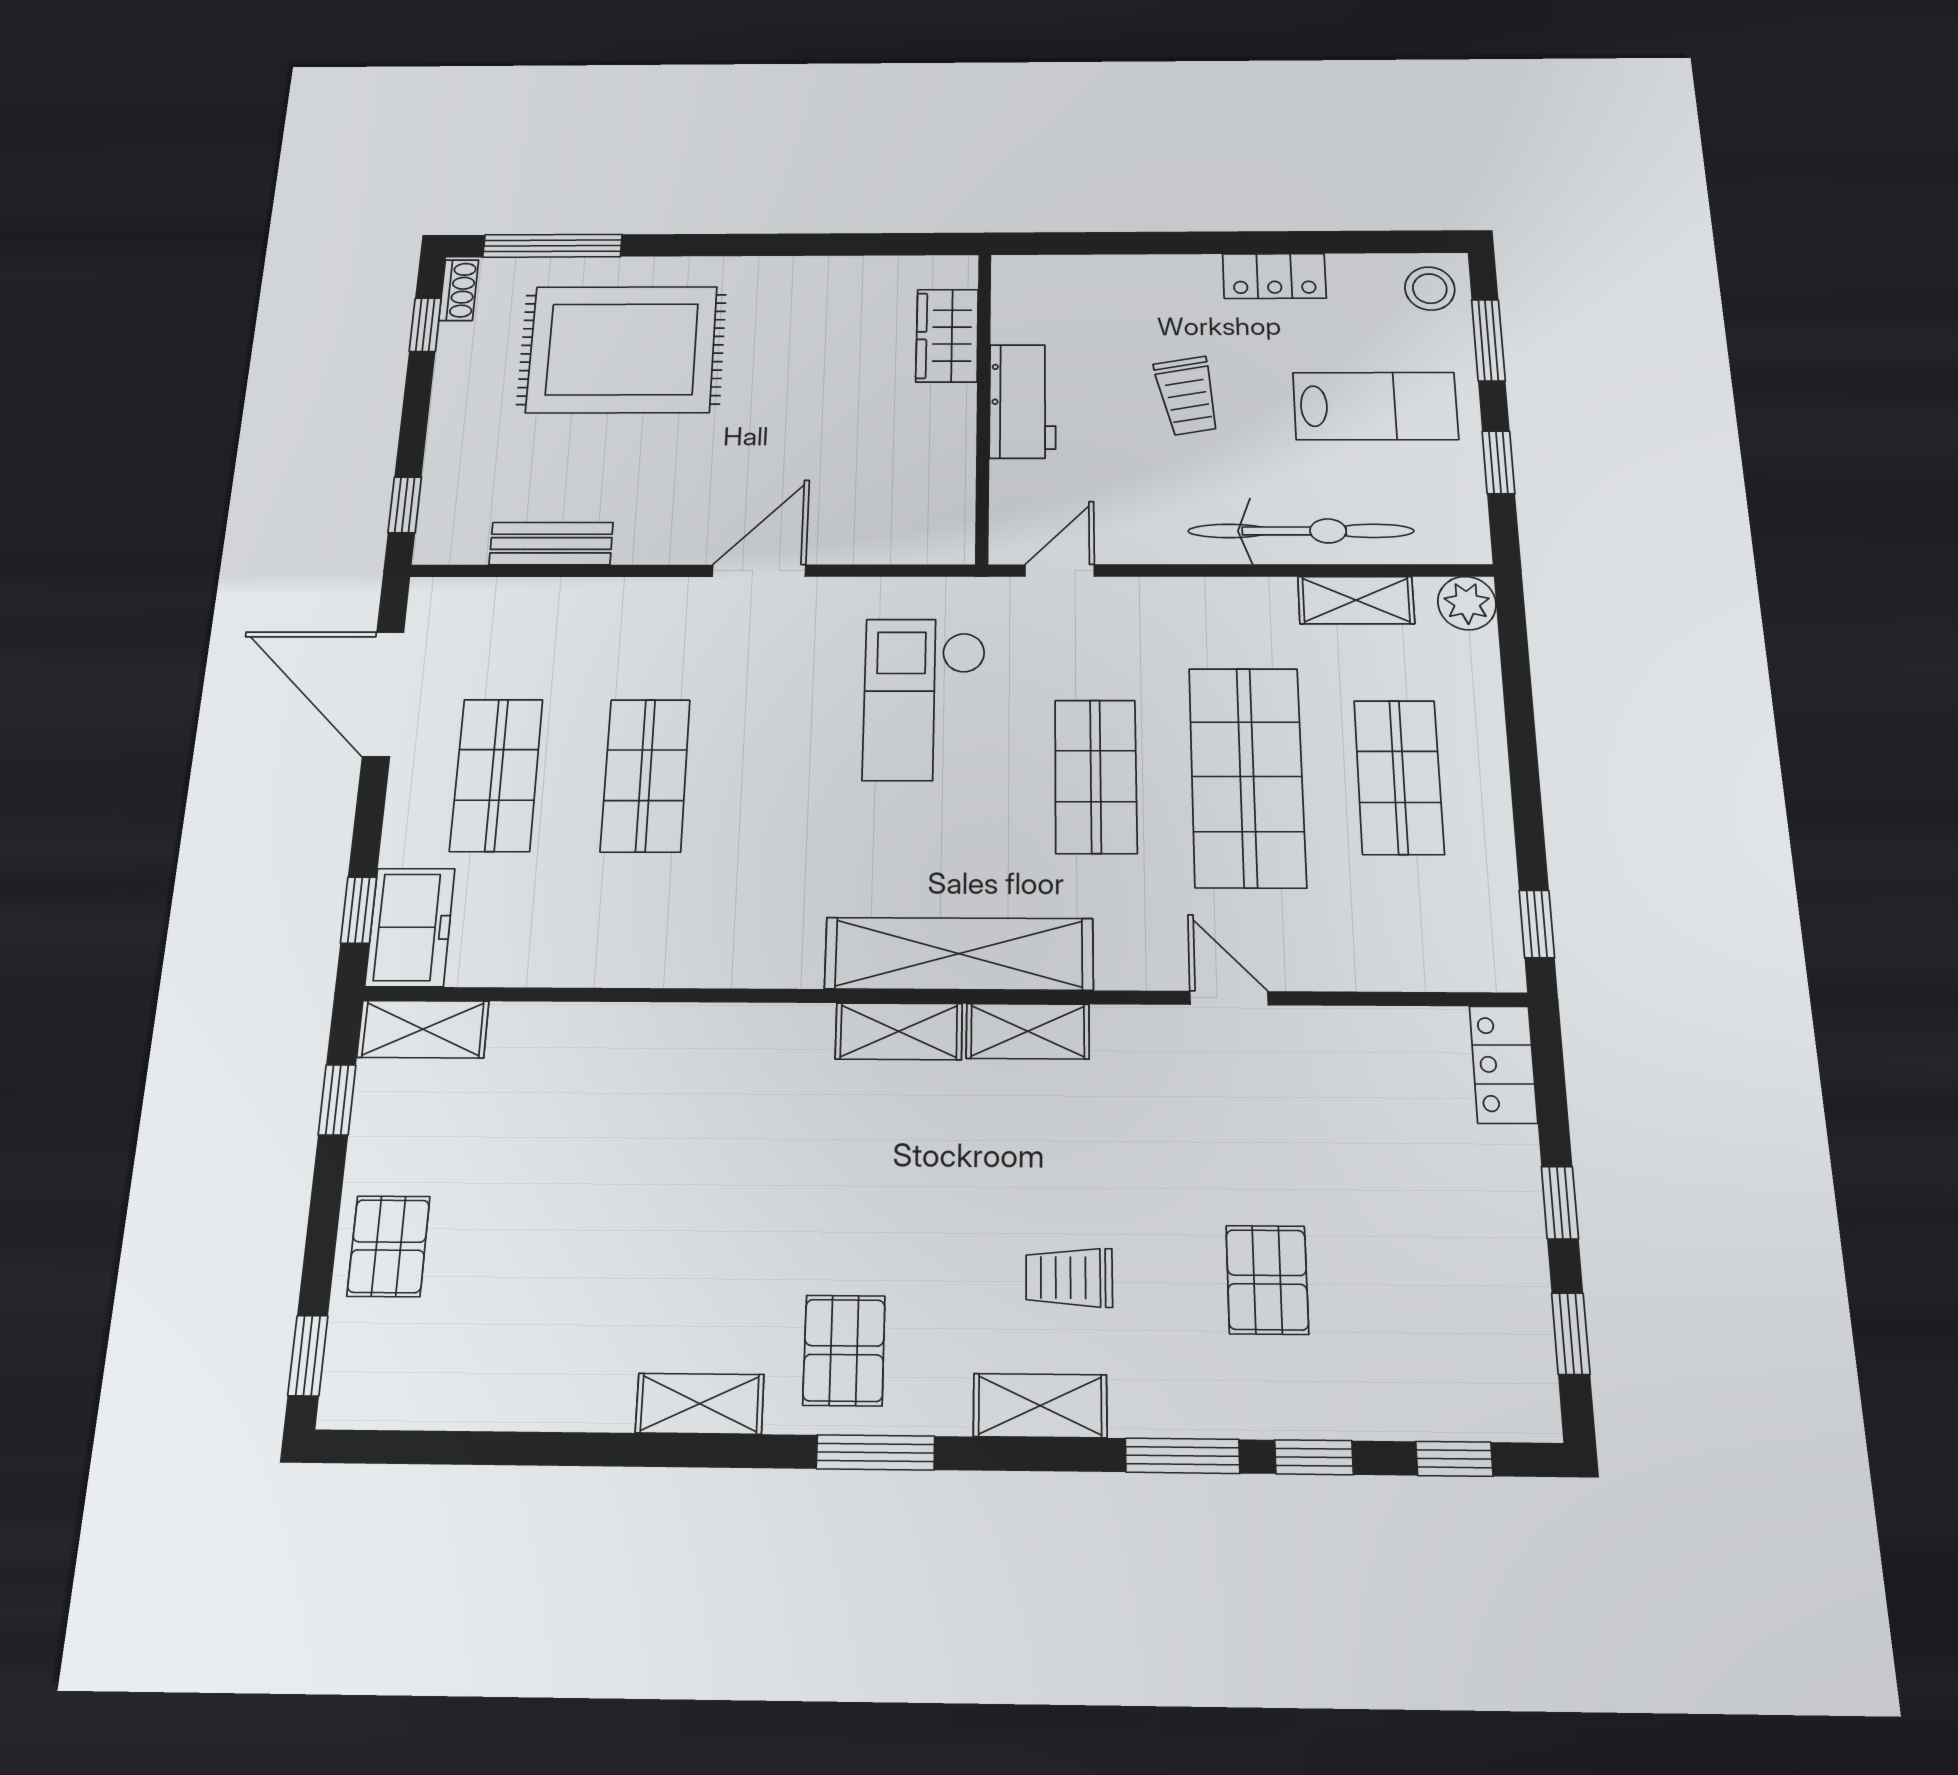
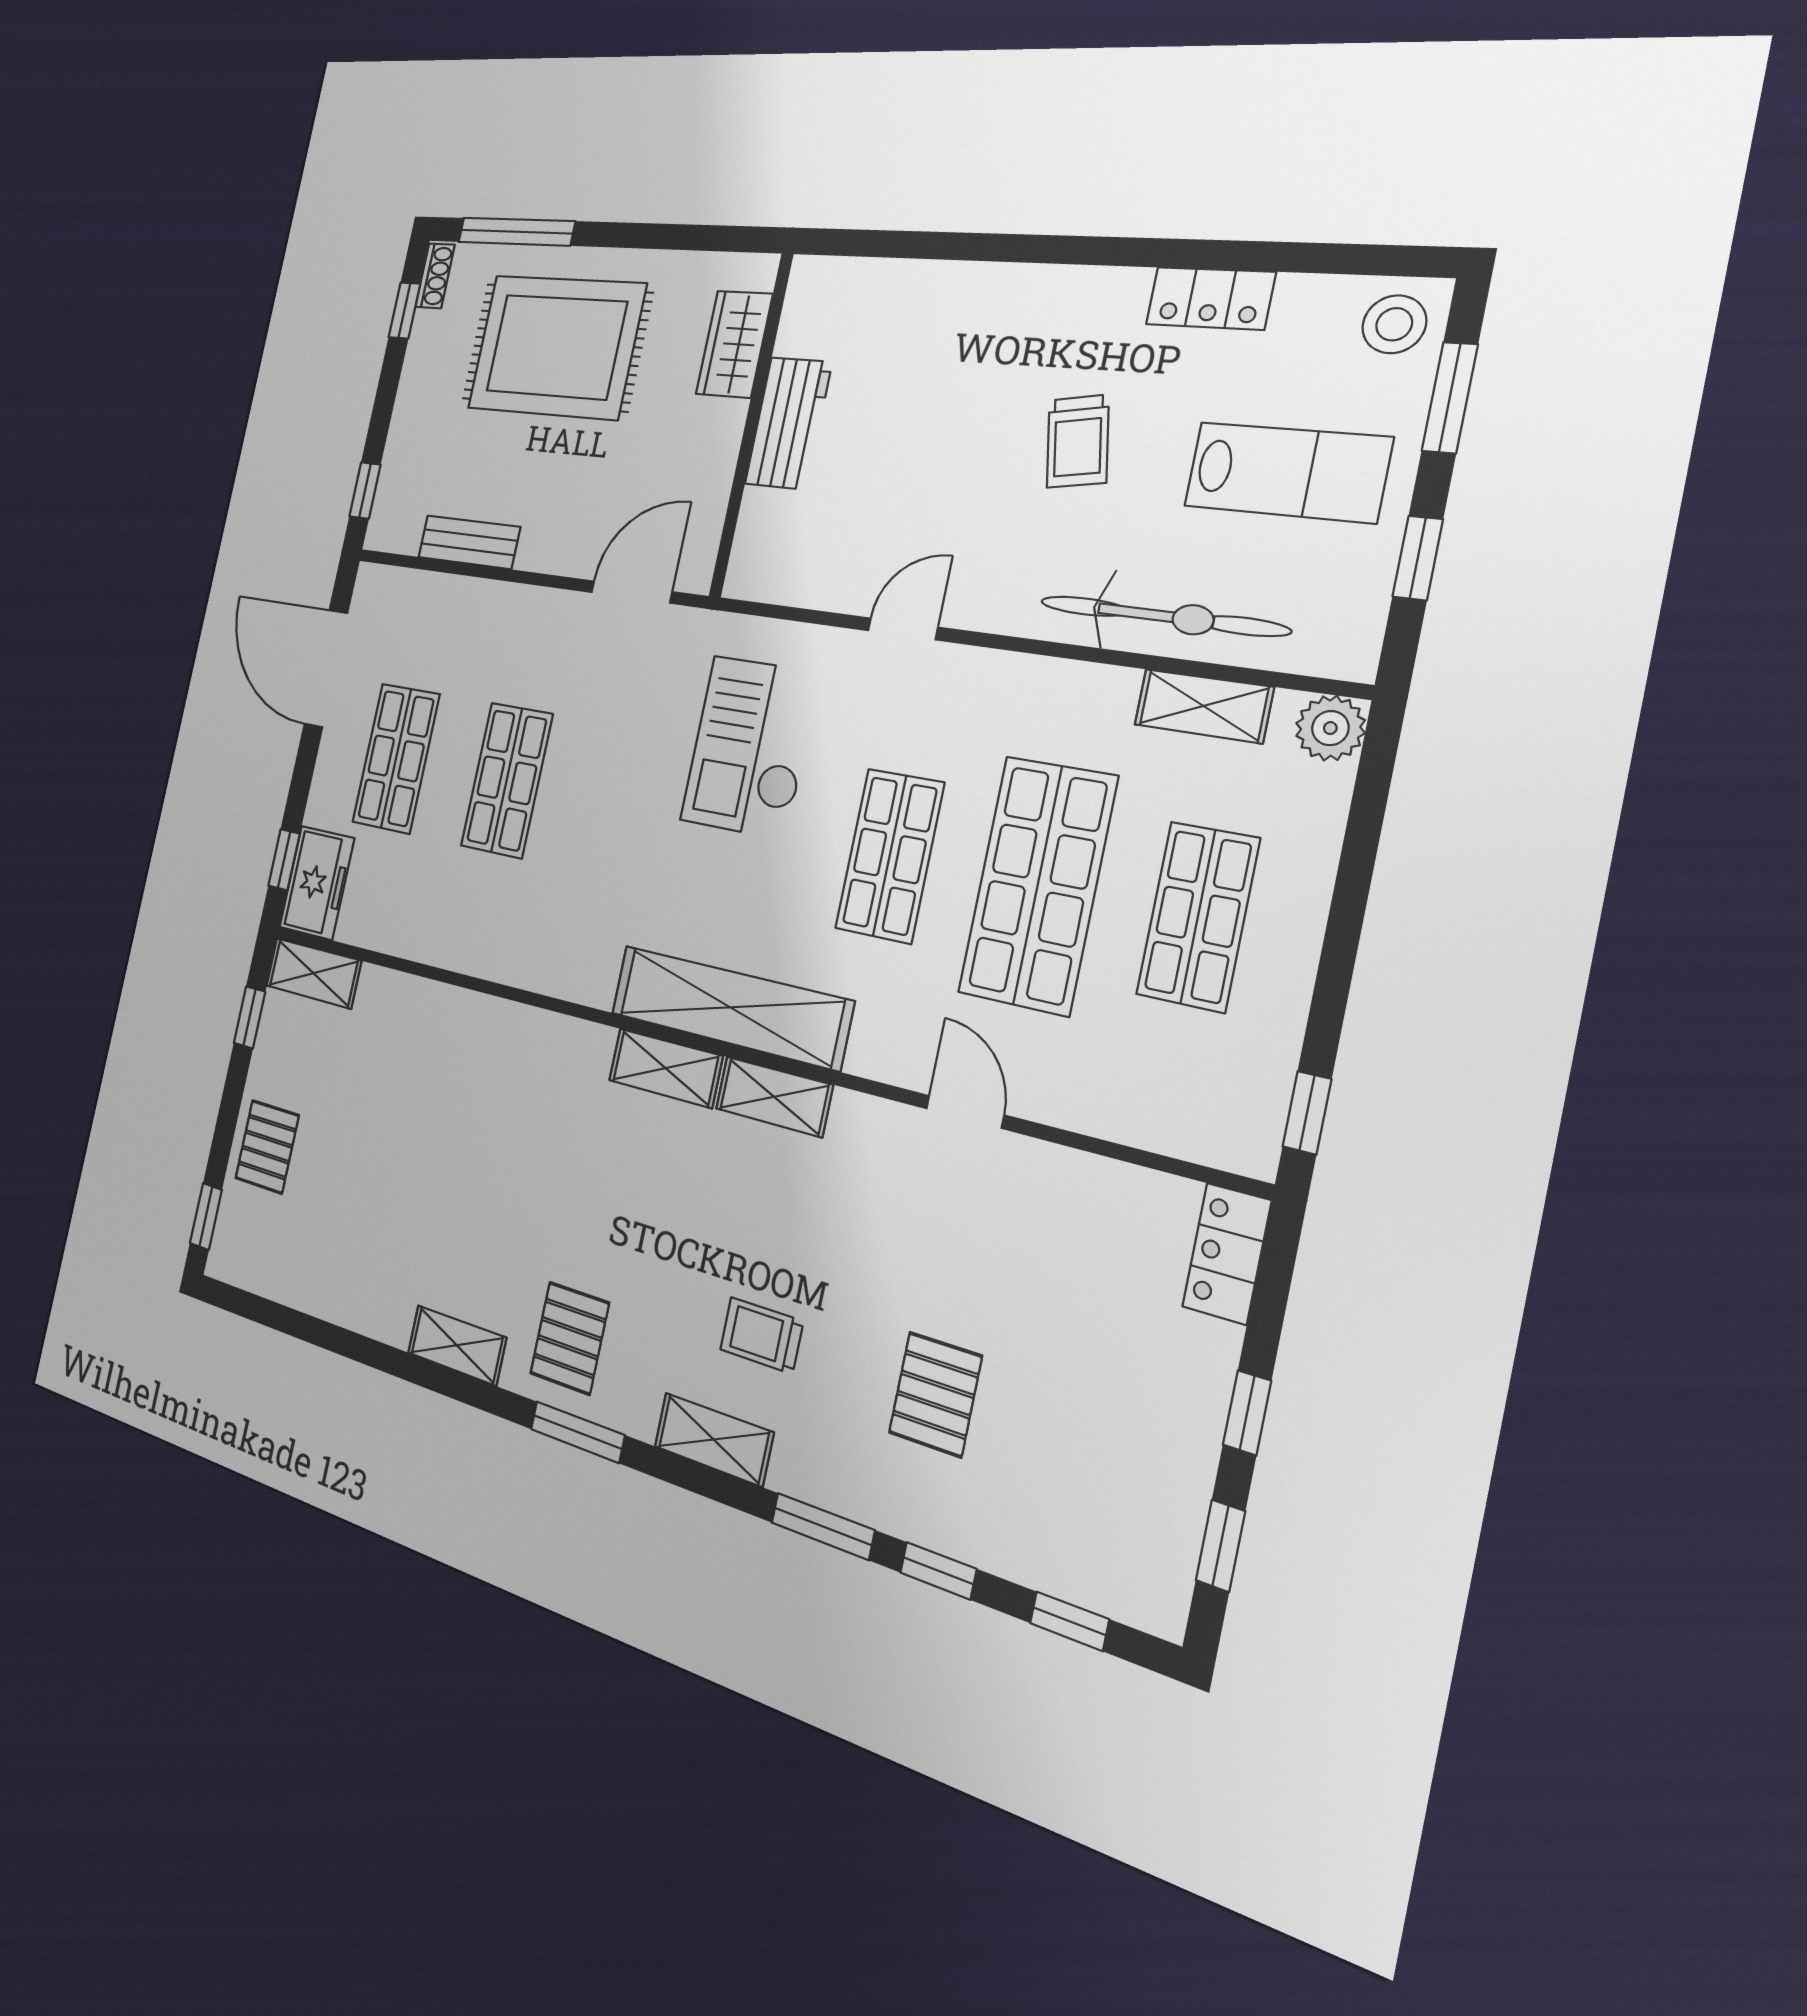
wardrobe: (947, 336) -> (734, 344), moved
workbench: (1023, 401) -> (788, 423), moved
wall: (983, 405) -> (751, 425), moved

